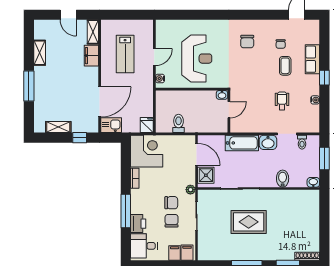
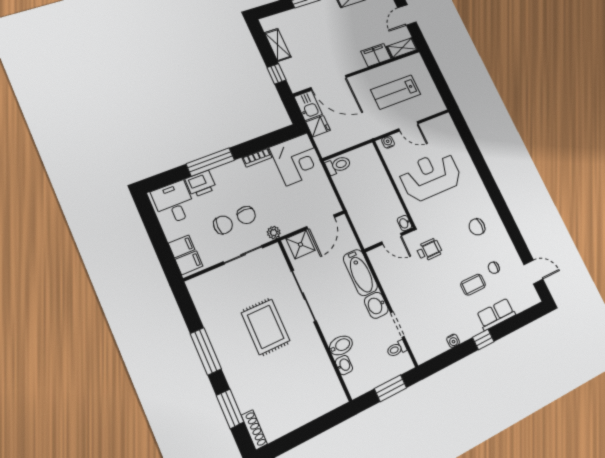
reception desk: (197, 59) -> (430, 176), turned 180
wheelchair: (282, 101) -> (429, 250), moved
toilet: (179, 123) -> (338, 165), moved
fridge: (147, 125) -> (318, 126), moved
washbasin: (313, 182) -> (344, 365), moved

